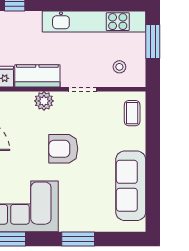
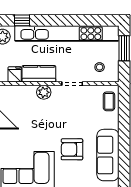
kitchen unit: (94, 22) -> (67, 34), width x1.36
armchair: (63, 149) -> (72, 149), moved

